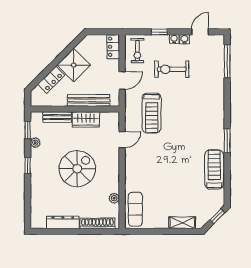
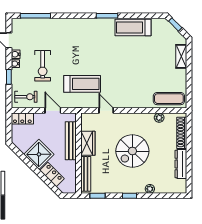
bench: (57, 117) -> (86, 174), width x1.36
plant: (35, 143) -> (150, 189), moved
spiral stairs: (77, 169) -> (132, 151), turned -90

